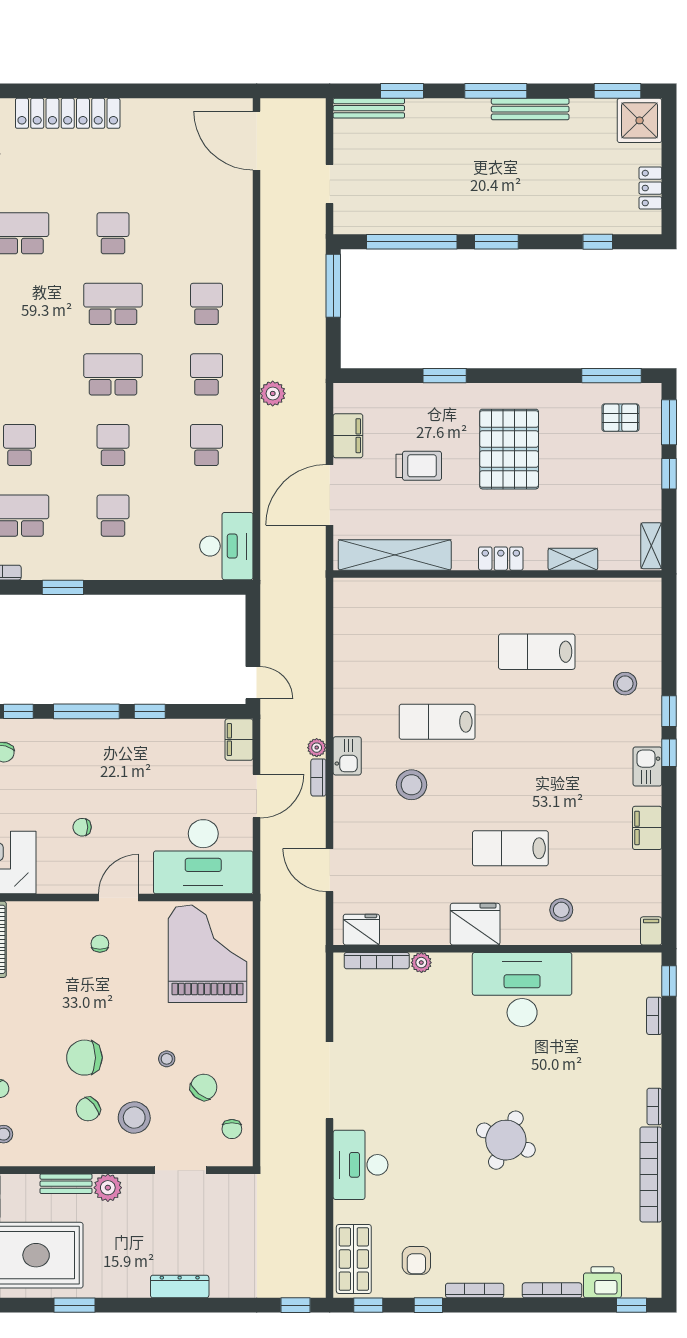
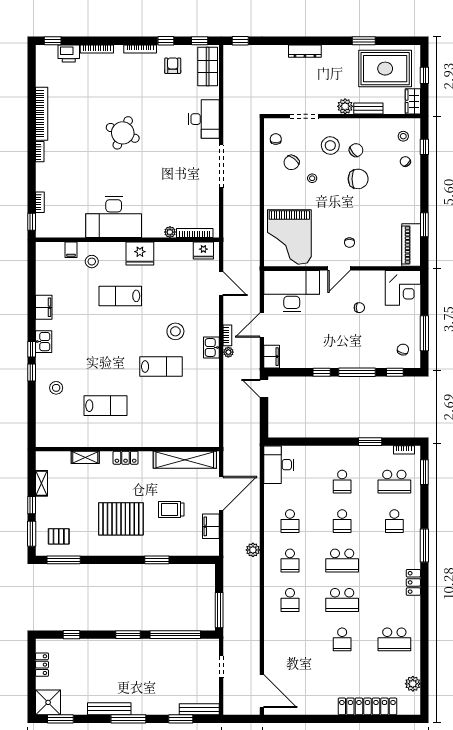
pallet: (509, 449) -> (121, 519), turned 90
shelving: (651, 546) -> (41, 483), moved
lab bench: (510, 848) -> (120, 296), turned 180
filing cabinet: (651, 931) -> (71, 250), moved

